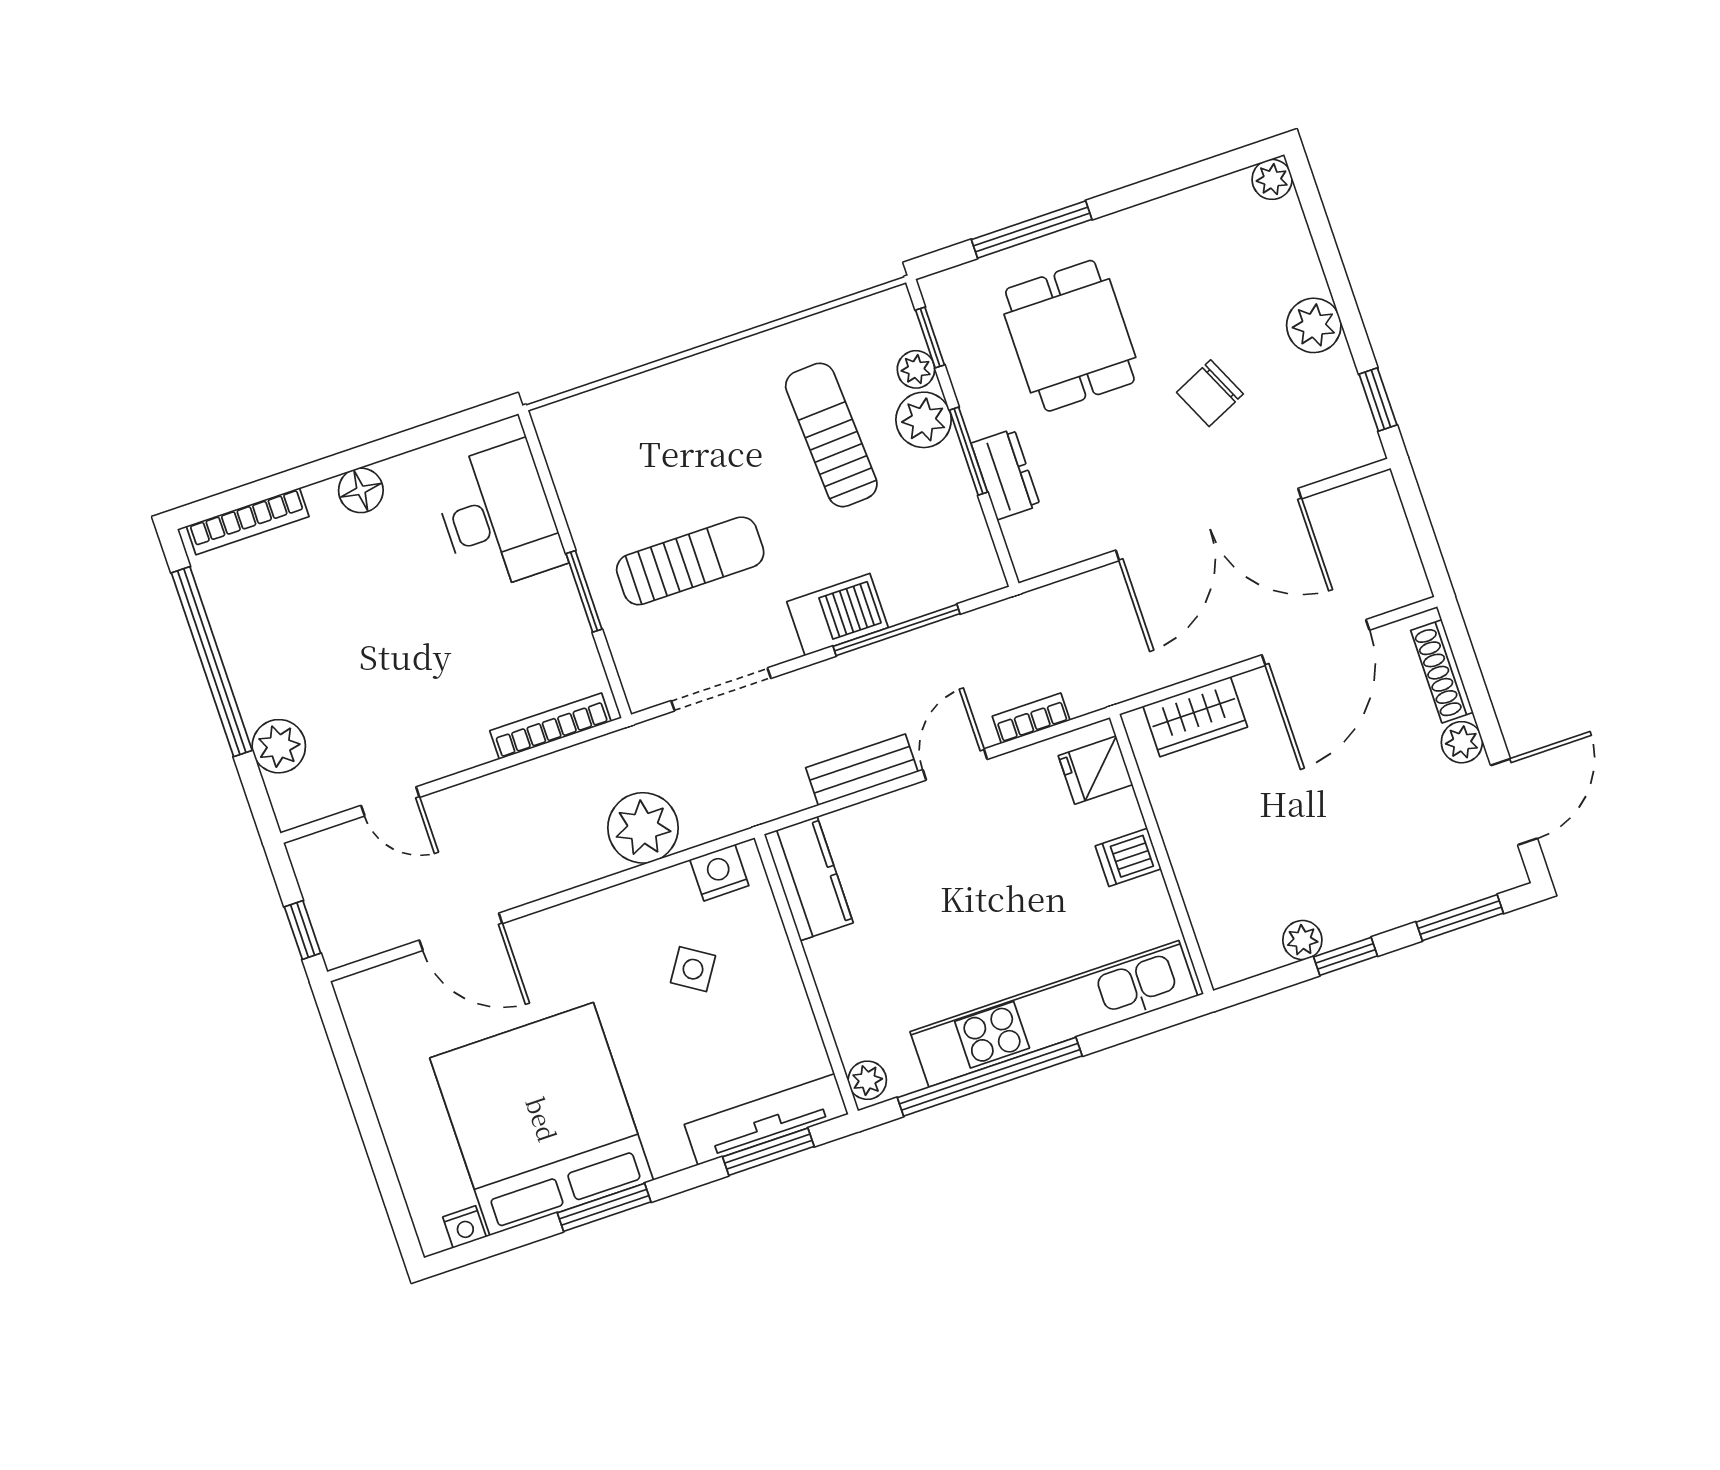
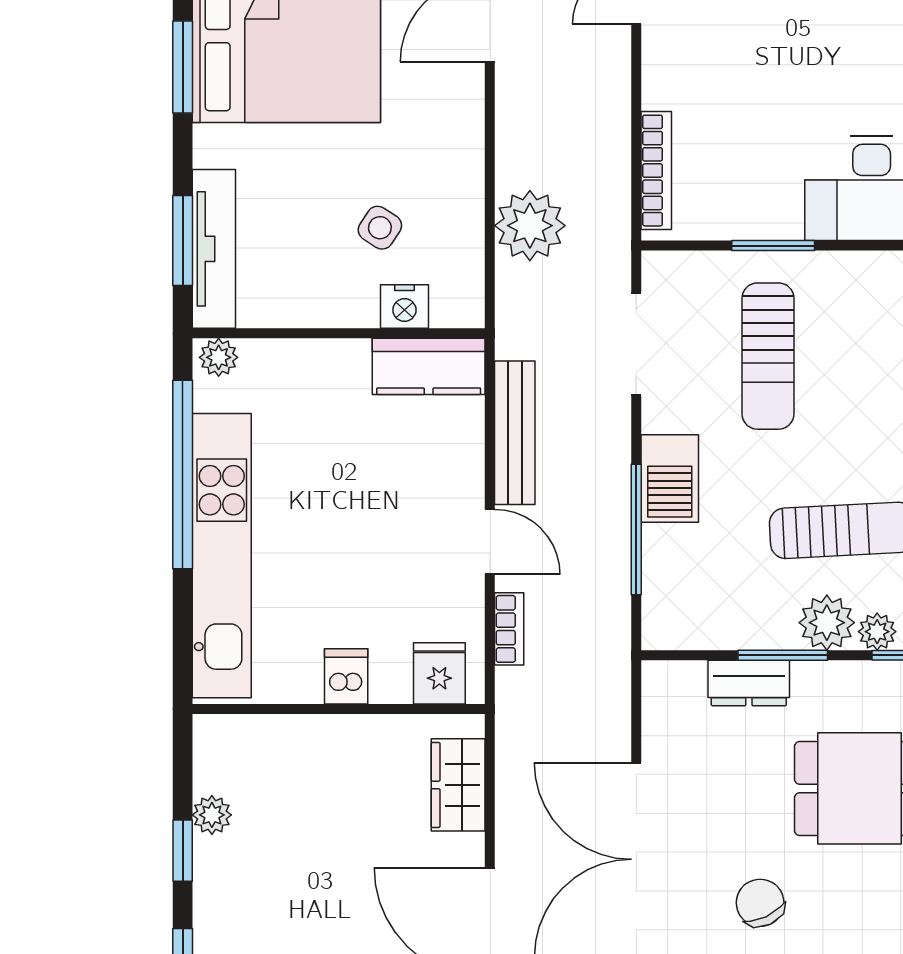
bench: (862, 770) -> (515, 433), width x1.36
nightstand: (719, 873) -> (404, 307), moved, turned 90

